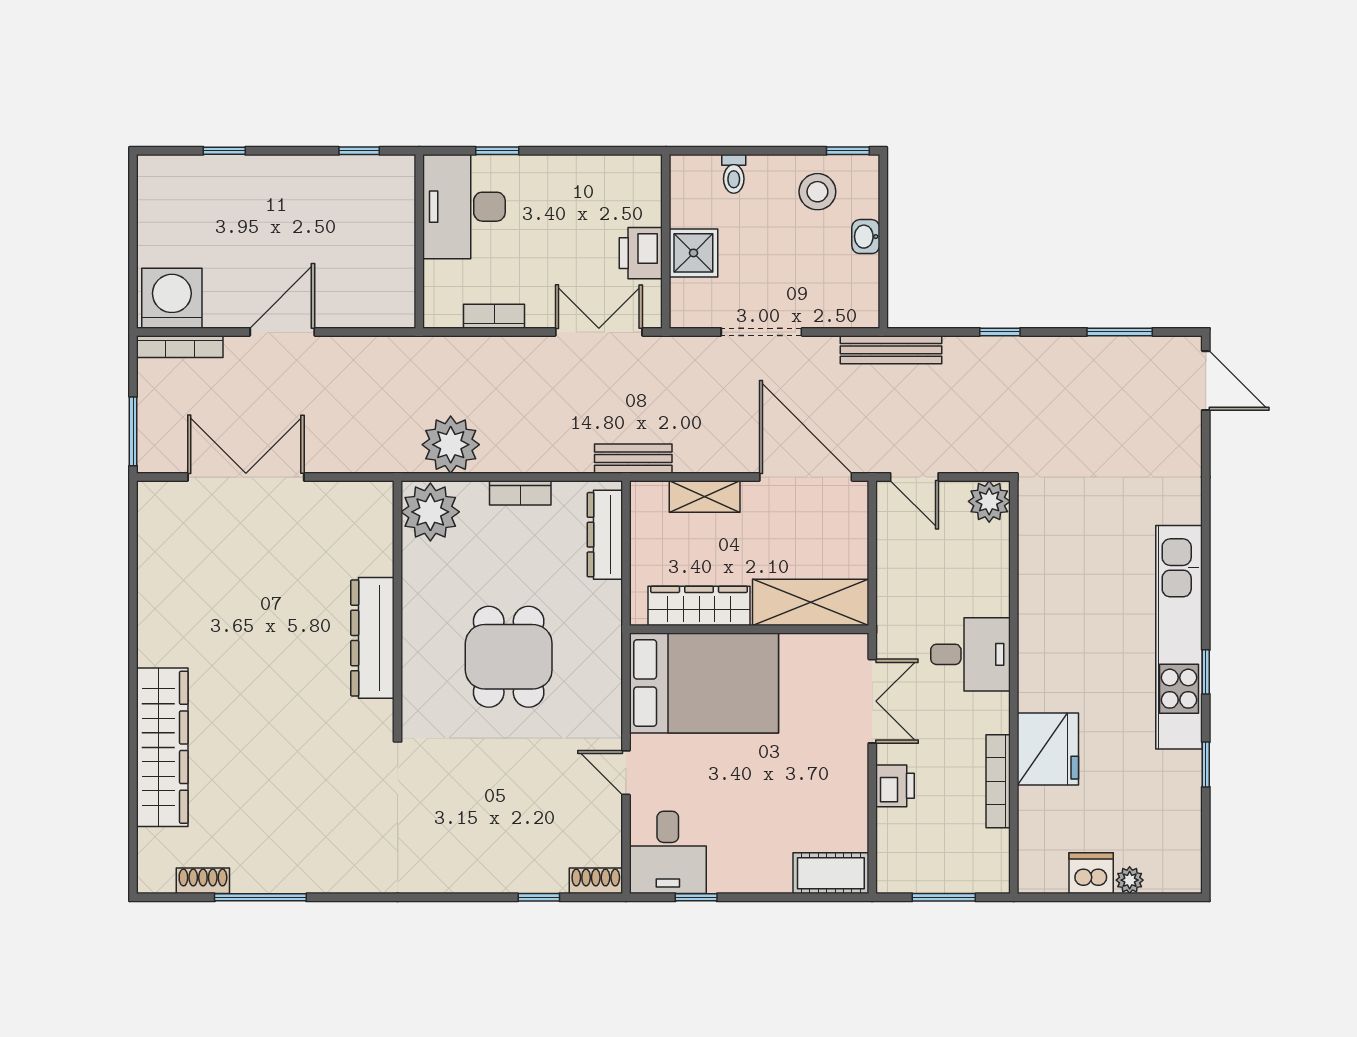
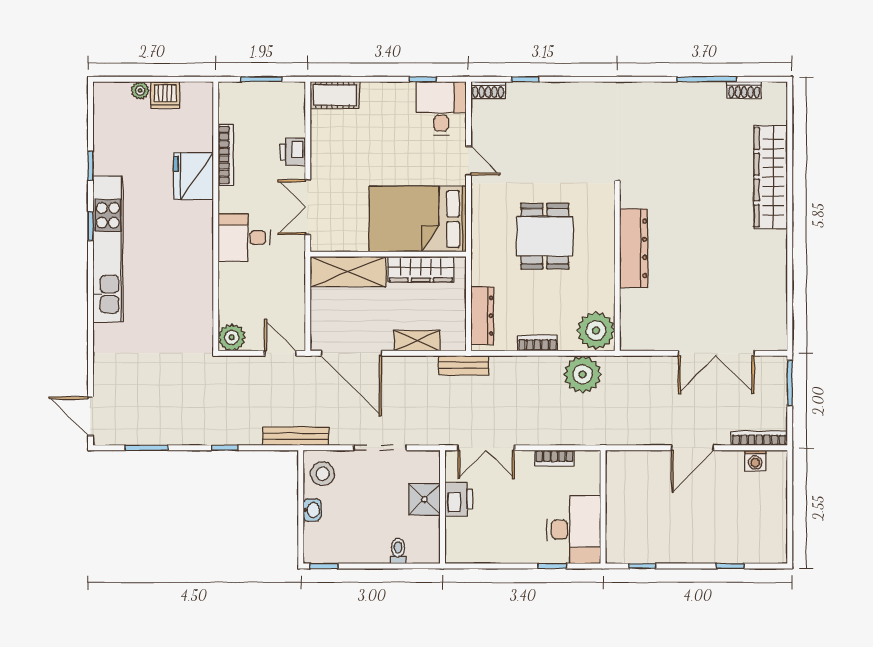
stool: (817, 192) -> (323, 474), moved
washing machine: (172, 298) -> (755, 461), width x0.53, depth x0.53

